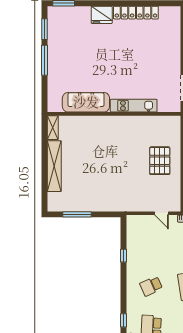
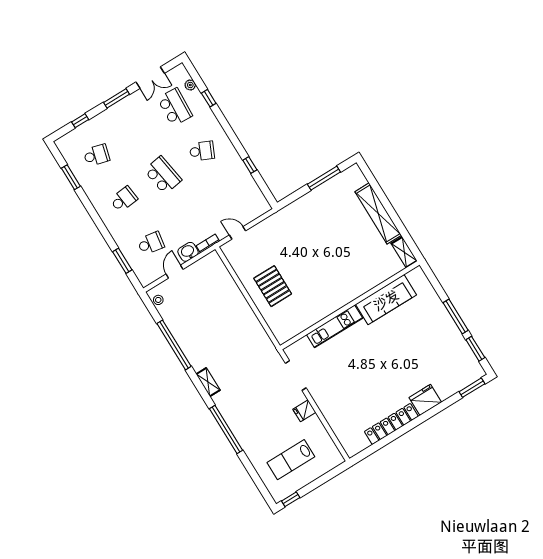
school desk: (151, 286) -> (202, 151), turned 48

